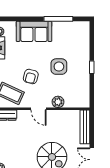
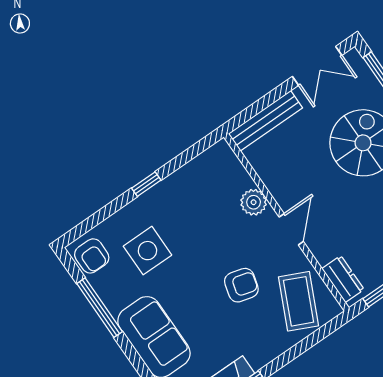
armchair: (79, 29) -> (92, 256), added
side table: (59, 67) -> (147, 251), moved

